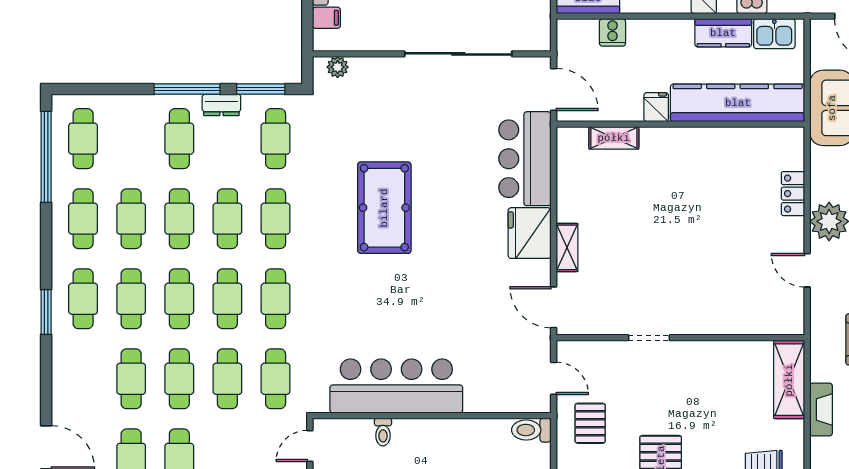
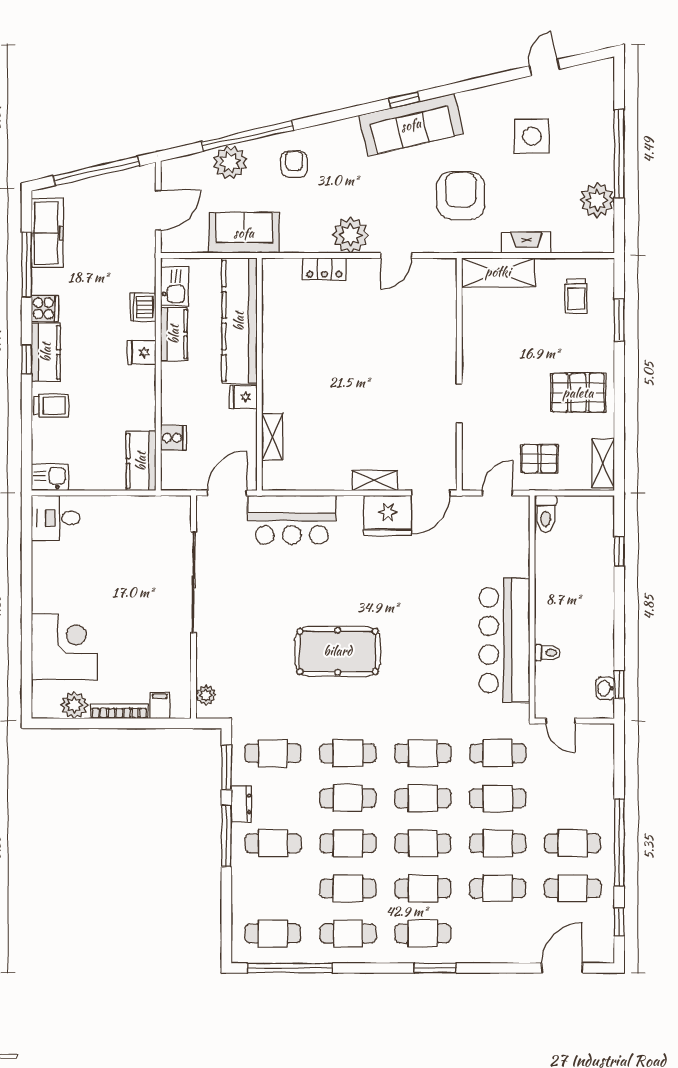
fridge: (530, 233) -> (388, 515), moved

